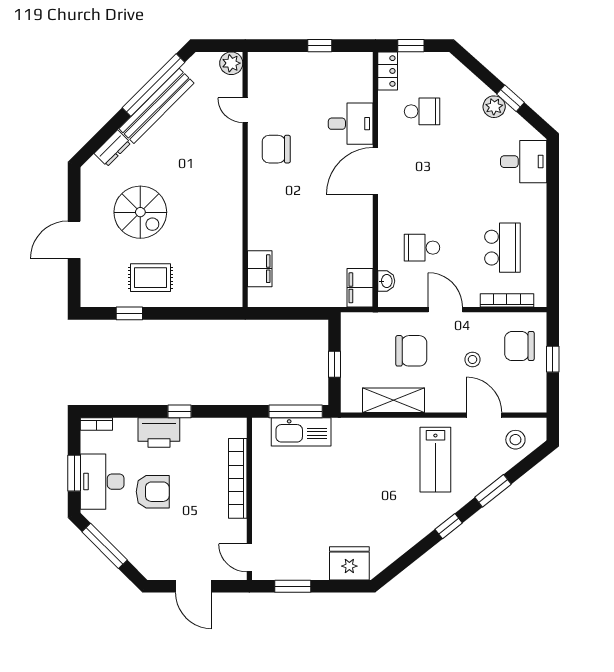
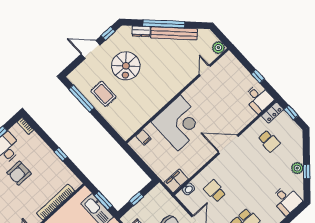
window: (153, 85) -> (164, 24), moved
desk: (351, 124) -> (258, 98), moved
chair: (276, 149) -> (201, 97), removed
window: (74, 196) -> (108, 33), added
corner desk: (285, 211) -> (179, 123), added
filing cabinet: (260, 269) -> (143, 137), width x0.50
window: (129, 313) -> (81, 99), width x2.17
window: (296, 411) -> (103, 201), width x0.69
printer: (159, 433) -> (45, 154), removed
armchair: (153, 492) -> (19, 173), turned 90

